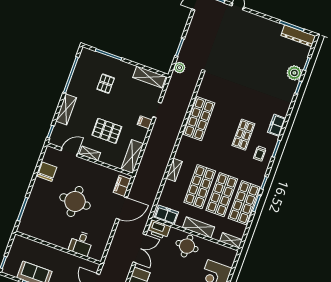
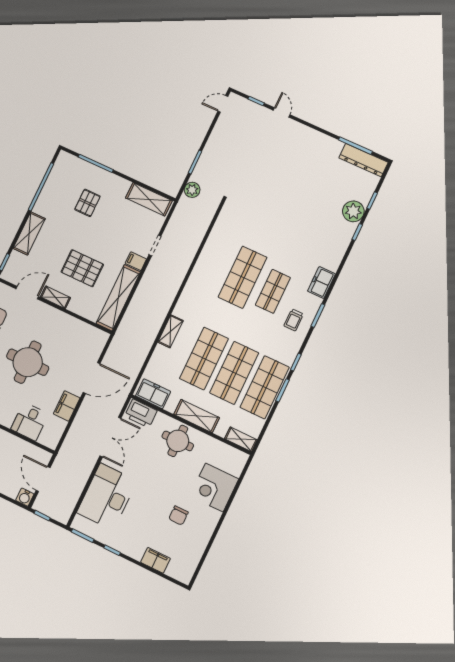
shop shelf: (199, 119) -> (243, 277), moved
shelving: (132, 156) -> (118, 298), width x1.47
filing cabinet: (122, 186) -> (67, 406), moved

